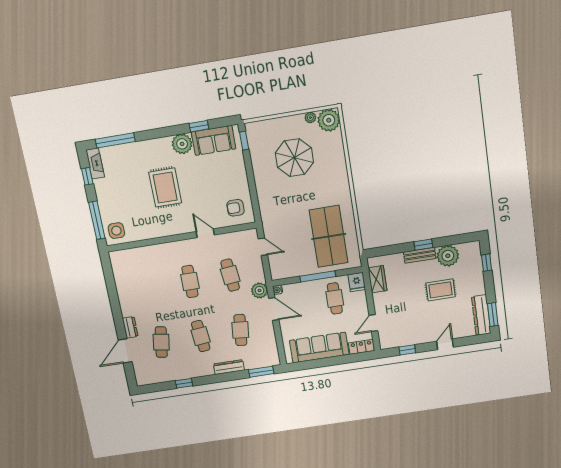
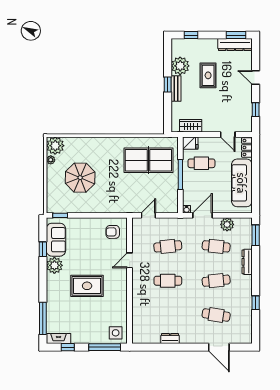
armchair: (235, 208) -> (113, 232), turned 89
plant: (259, 290) -> (227, 224), moved
dresser: (130, 327) -> (170, 339), moved

